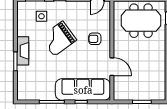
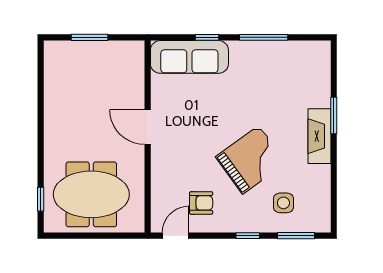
armchair: (95, 39) -> (201, 203), moved
door: (112, 67) -> (148, 127), moved
sofa: (83, 90) -> (189, 57), width x0.74, depth x0.79

